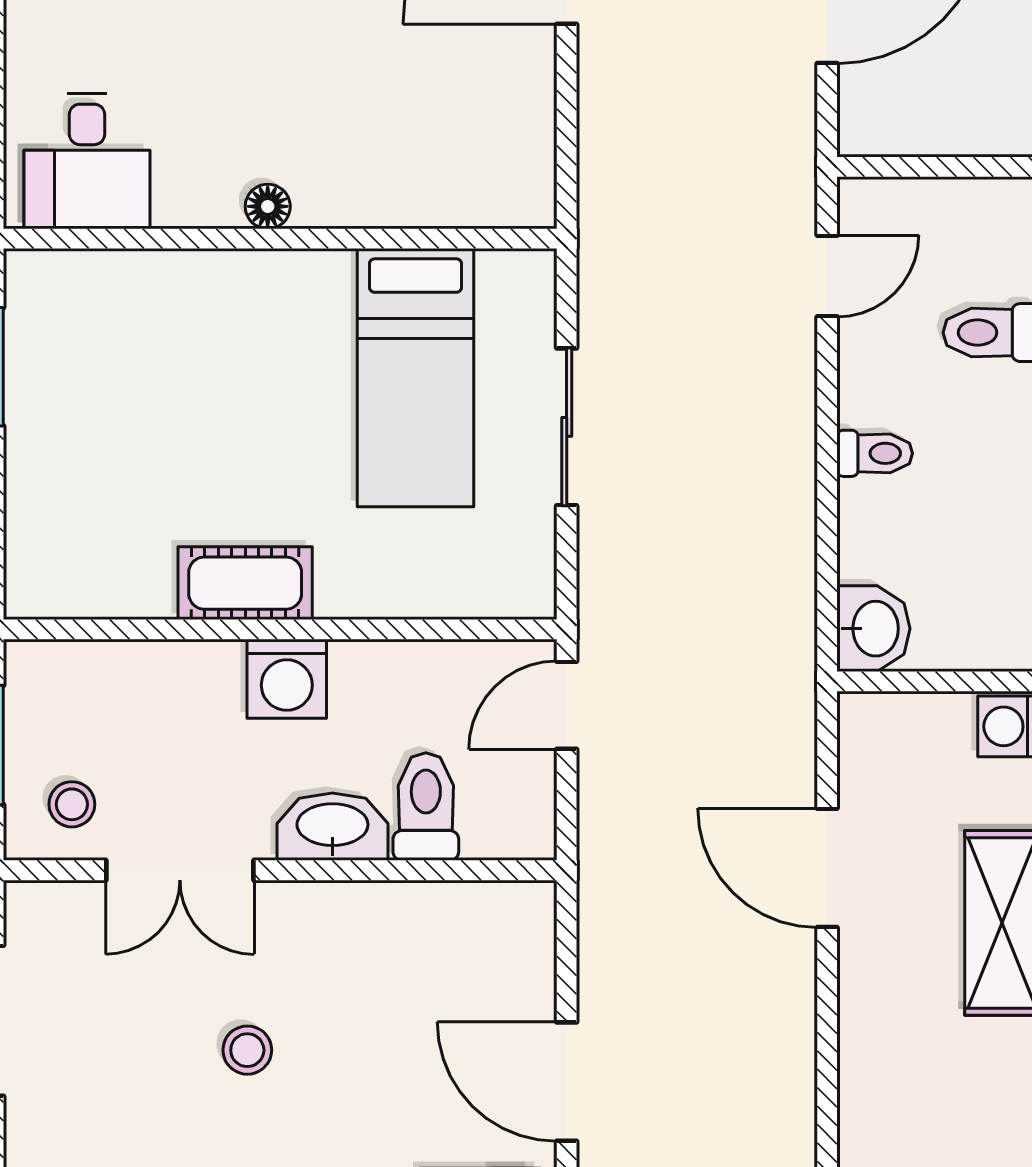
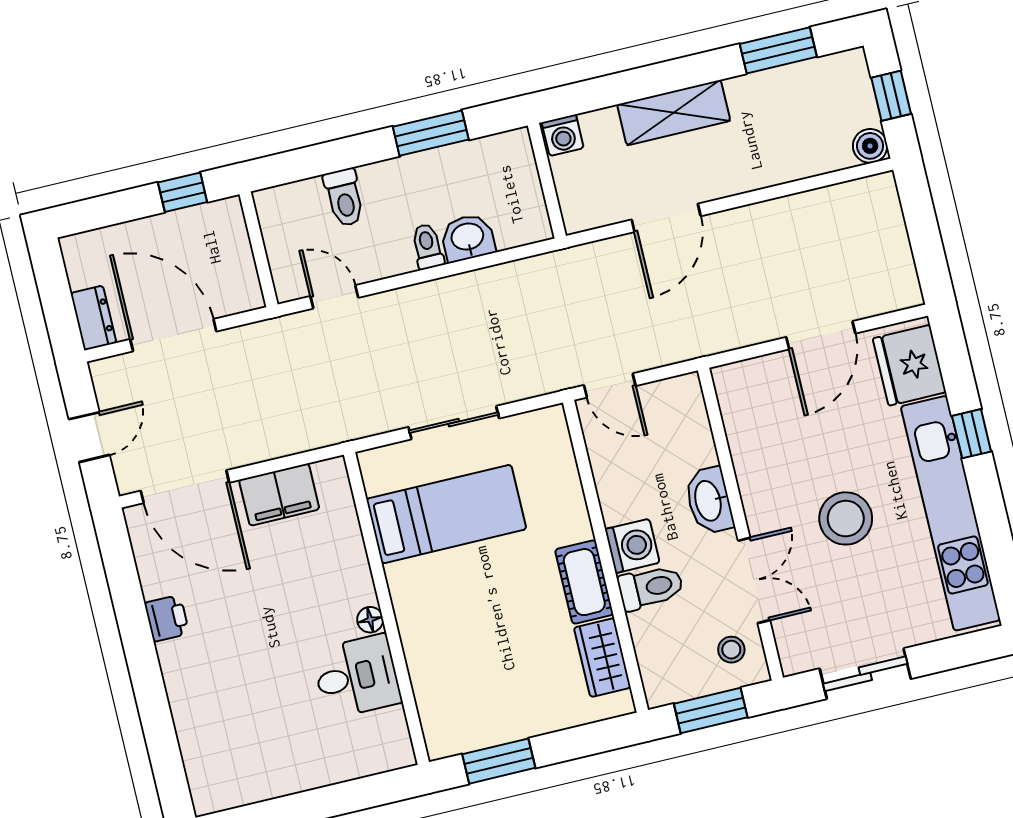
filing cabinet: (516, 103) -> (279, 495), added
desk: (87, 161) -> (357, 676), moved
wardrobe: (110, 583) -> (602, 658), added
washbasin: (873, 629) -> (468, 238), moved
toilet: (426, 807) -> (651, 587), moved, turned 180
stool: (247, 1050) -> (846, 518), width x1.89, depth x1.89

